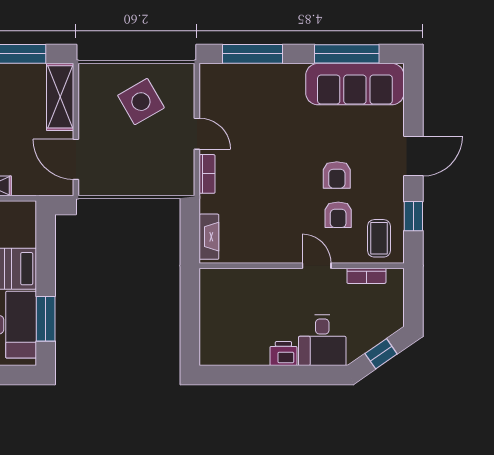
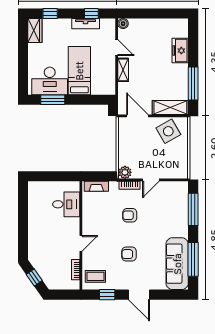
side table: (141, 102) -> (168, 131), moved
door: (76, 159) -> (137, 116), hinge flipped
plant: (183, 183) -> (125, 172), added
armchair: (338, 215) -> (130, 215), moved
desk: (322, 340) -> (66, 204), moved, turned 180
printer: (283, 354) -> (34, 226), removed

